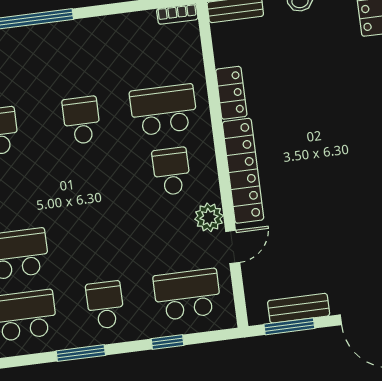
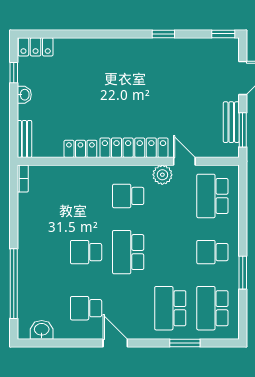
school desk: (164, 110) -> (128, 252), moved
window: (167, 342) -> (243, 213), removed

